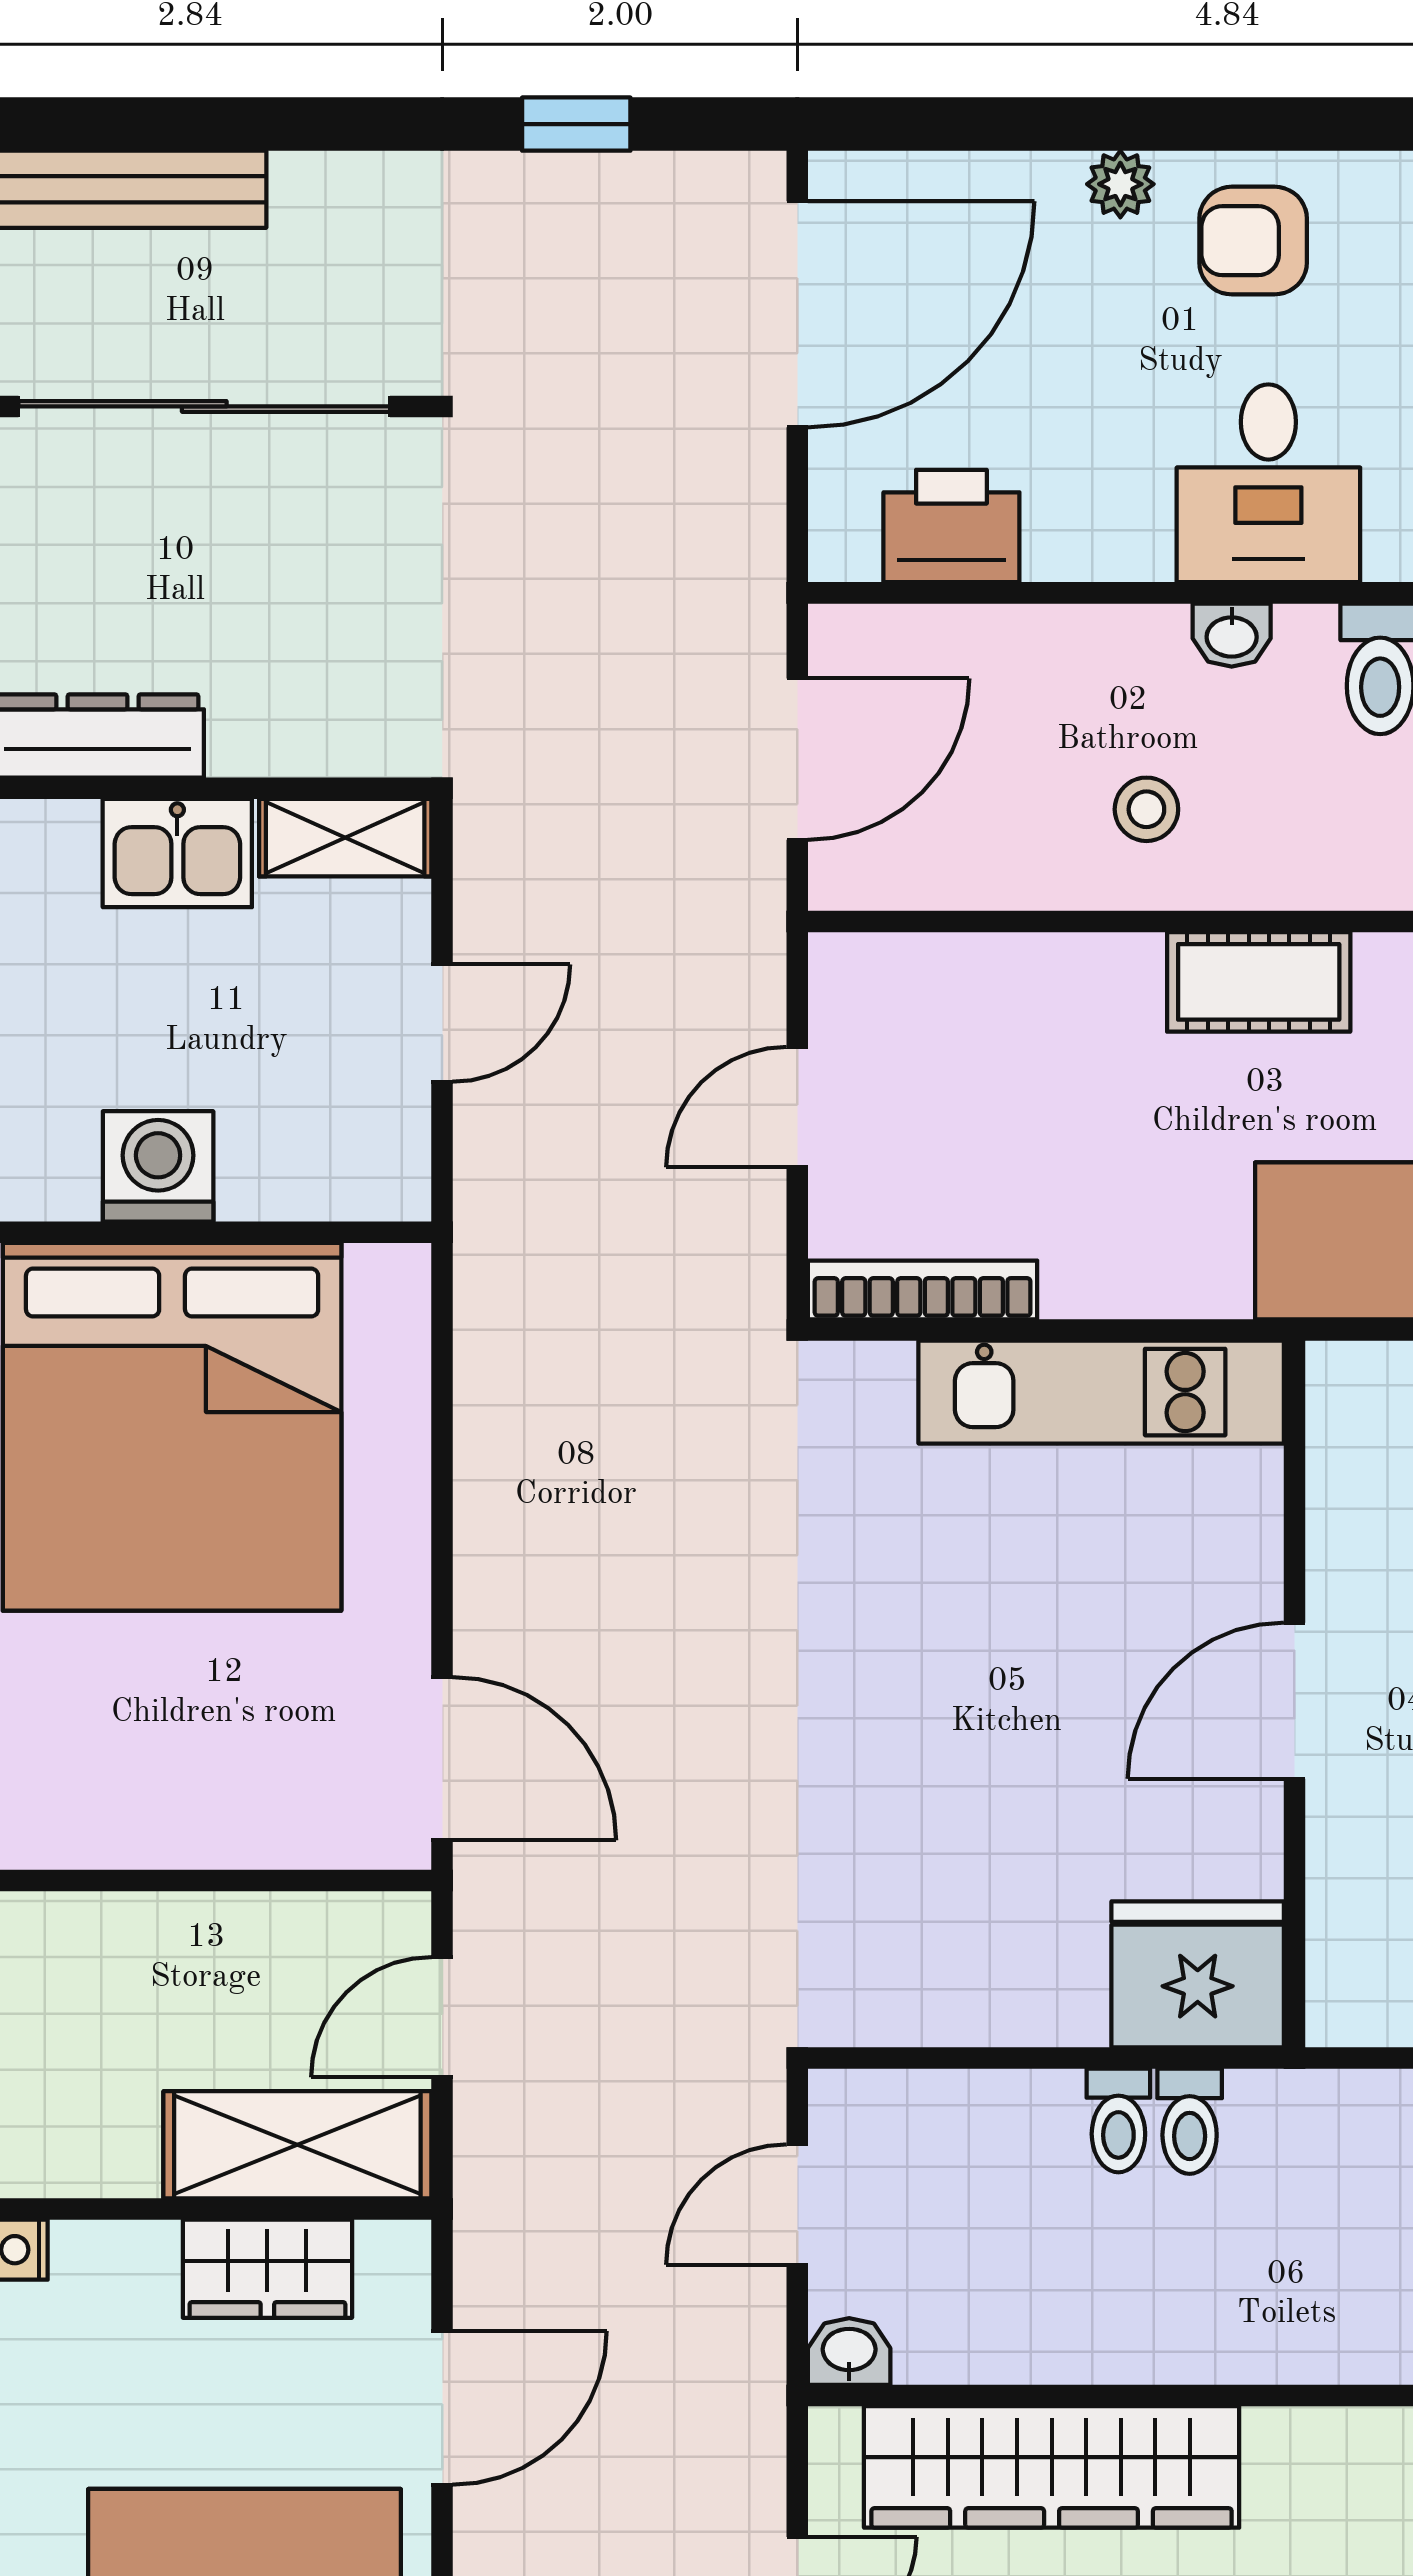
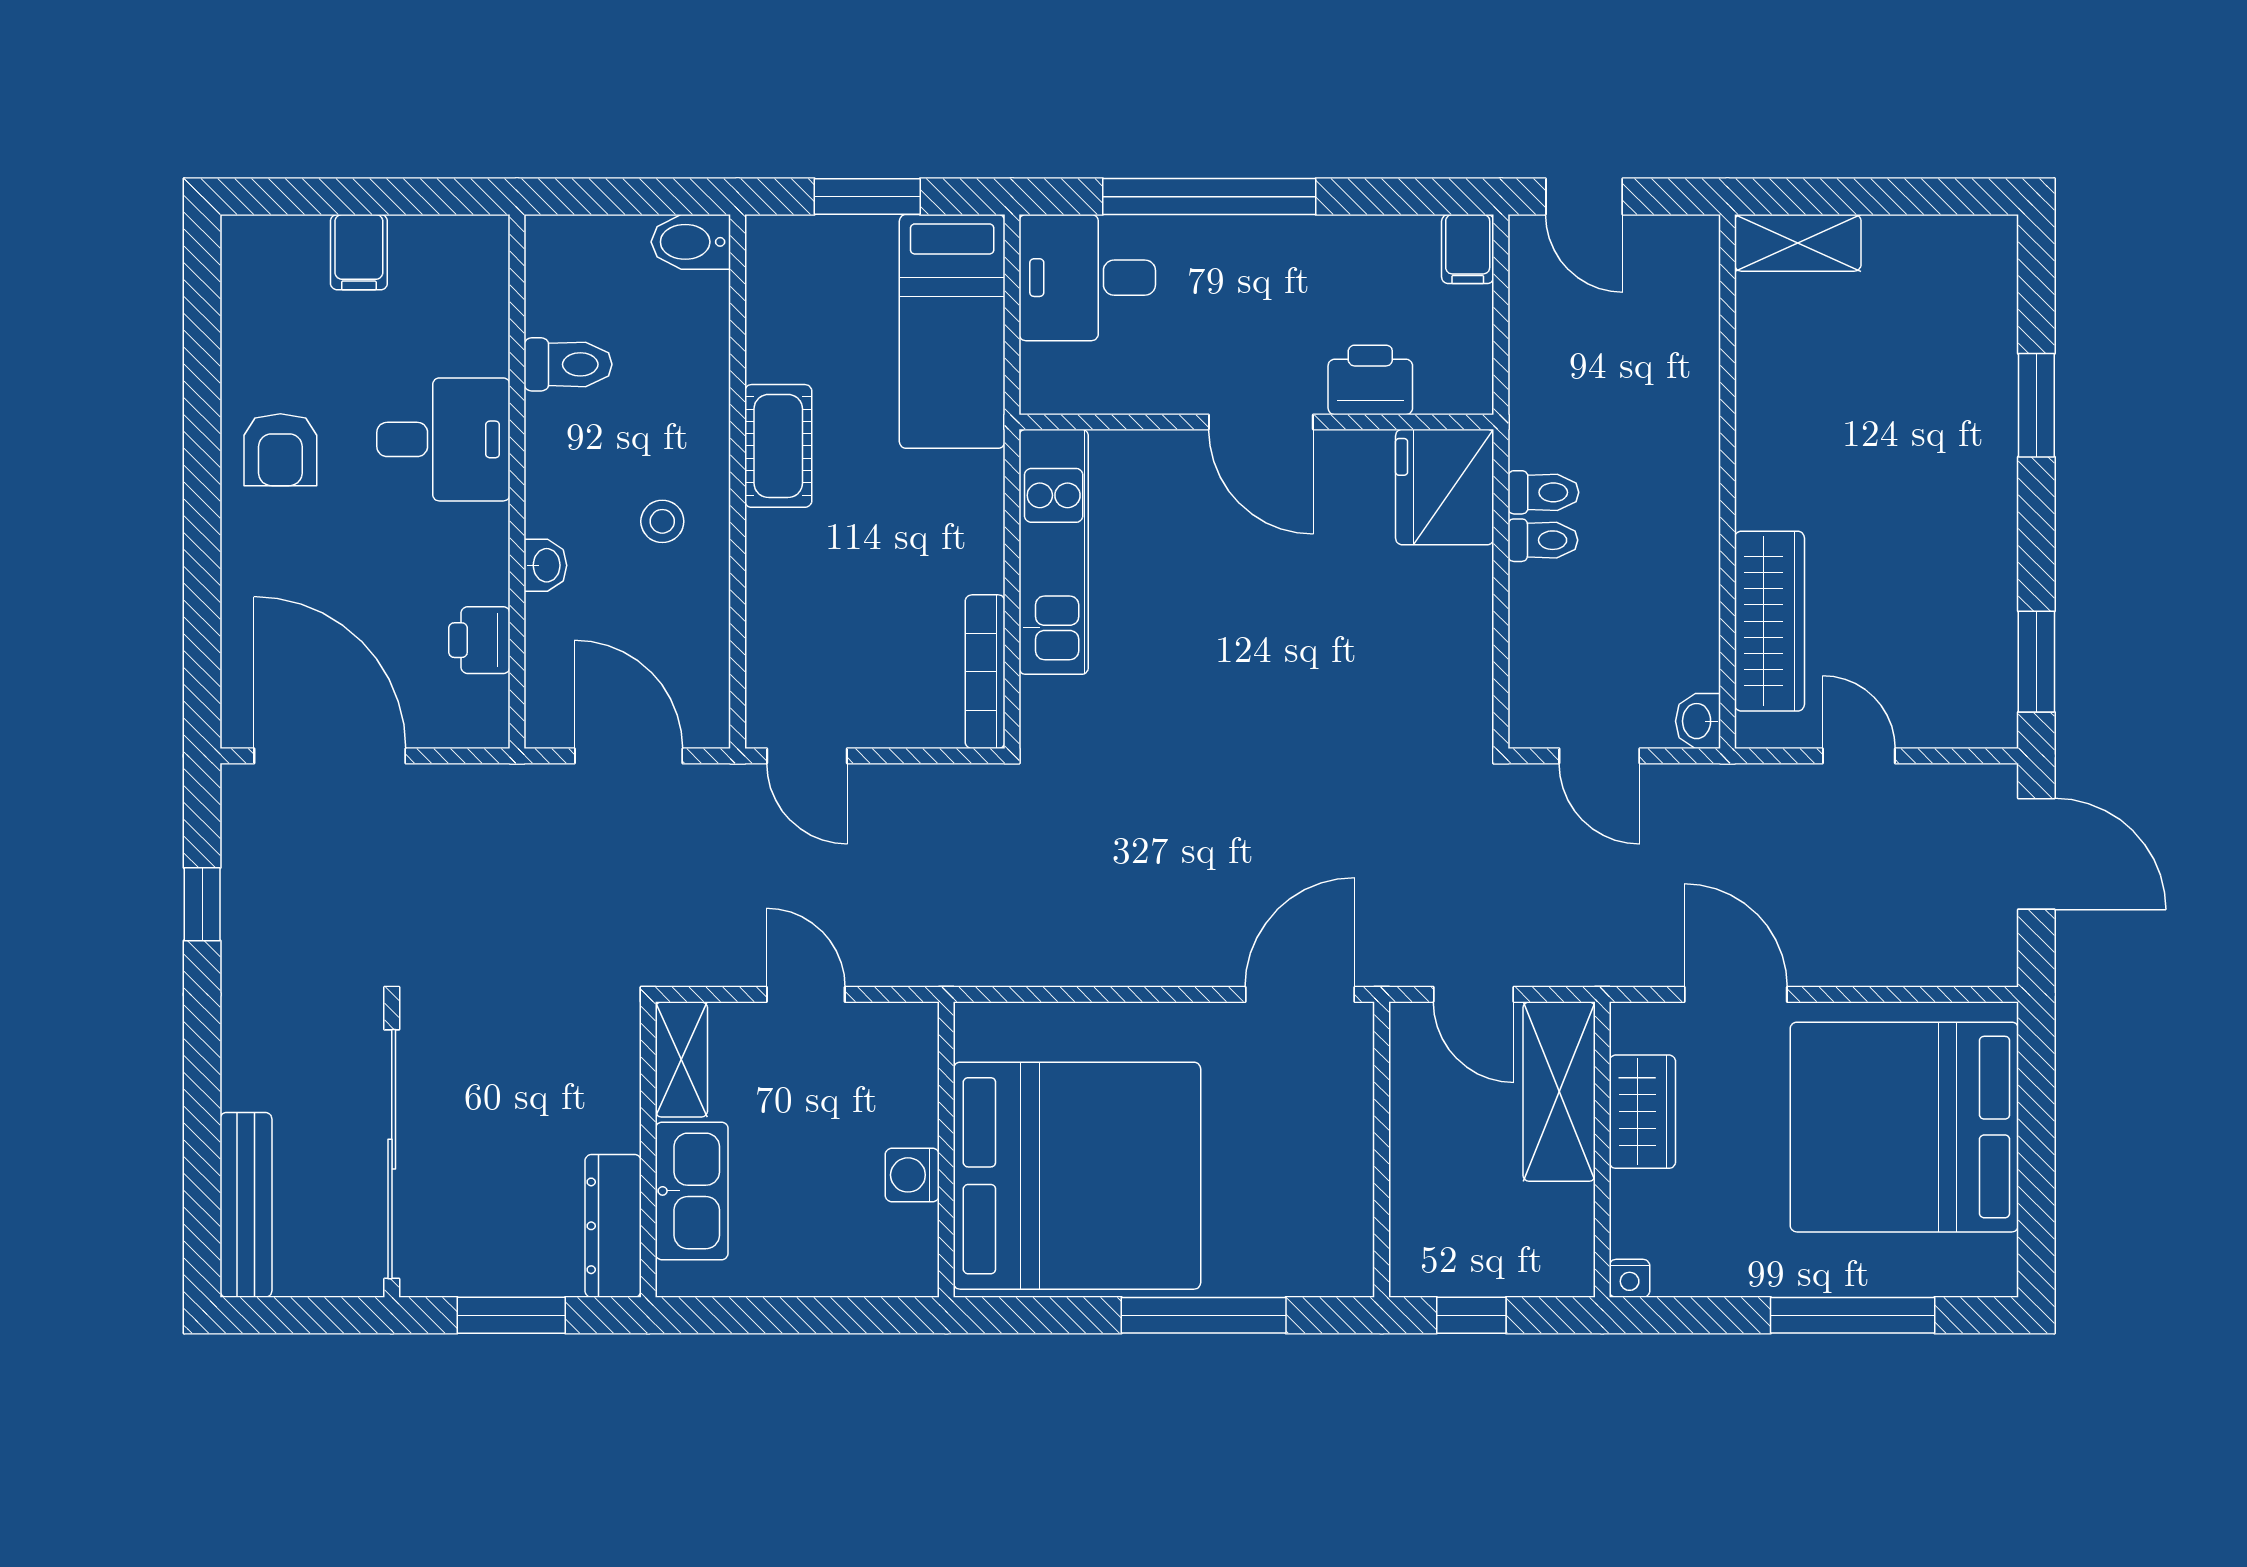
plant: (1120, 184) -> (242, 539), removed
printer: (951, 526) -> (479, 640), width x0.73, depth x0.81
washbasin: (1232, 635) -> (545, 565), moved
kitchen sink: (177, 853) -> (692, 1191), width x1.38
door: (797, 1107) -> (807, 756), moved
washing machine: (158, 1166) -> (912, 1175), width x0.73, depth x0.73
printer: (1357, 1864) -> (1370, 380), added
wardrobe: (1052, 2467) -> (1769, 621), width x0.71, depth x0.85

